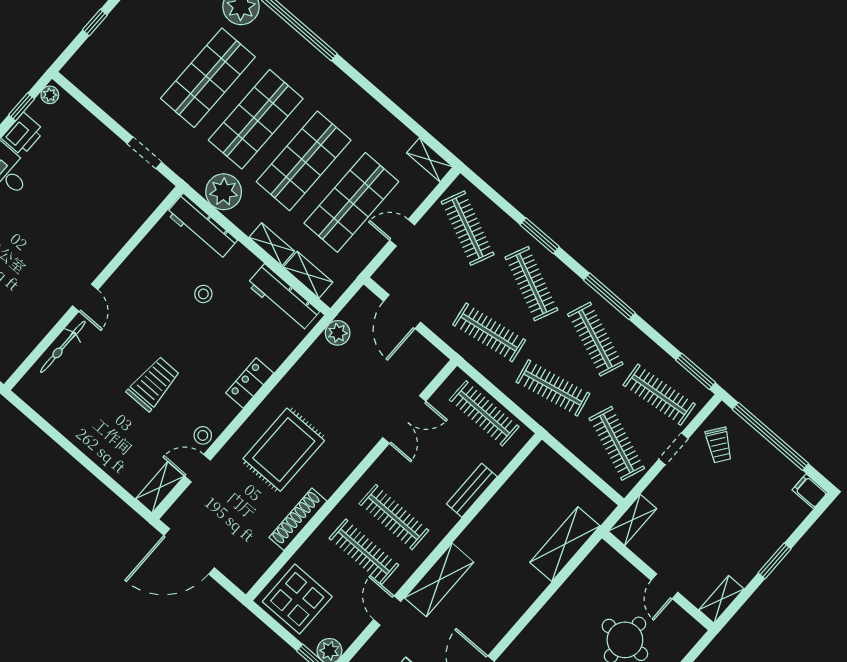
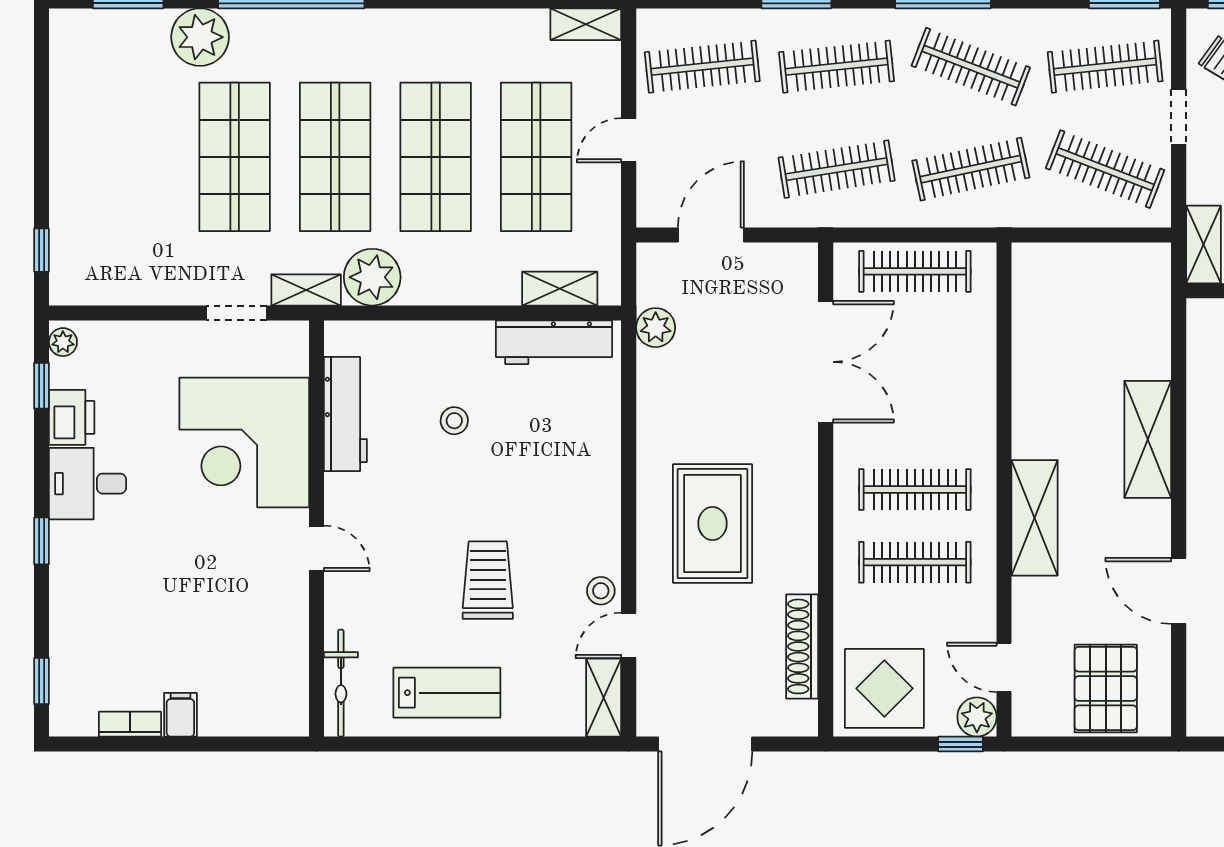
window: (95, 22) -> (42, 250), moved
corner desk: (94, 218) -> (244, 443), added
workbench: (202, 227) -> (345, 414), moved, turned -90
clothes rail: (468, 228) -> (702, 67), turned -30
shelving: (272, 244) -> (306, 290), moved
clothes rail: (531, 284) -> (837, 67), turned -30
door: (402, 312) -> (711, 235), swing flipped
bicycle: (63, 347) -> (341, 683), moved
locker: (250, 383) -> (603, 479), removed
double door: (404, 419) -> (826, 362), width x1.37
lab bench: (87, 420) -> (447, 693), added
bench: (472, 490) -> (980, 376), removed
shoe rack: (298, 519) -> (802, 646), moved
shelving: (565, 544) -> (1148, 439), moved
door: (387, 611) -> (1004, 667), moved

